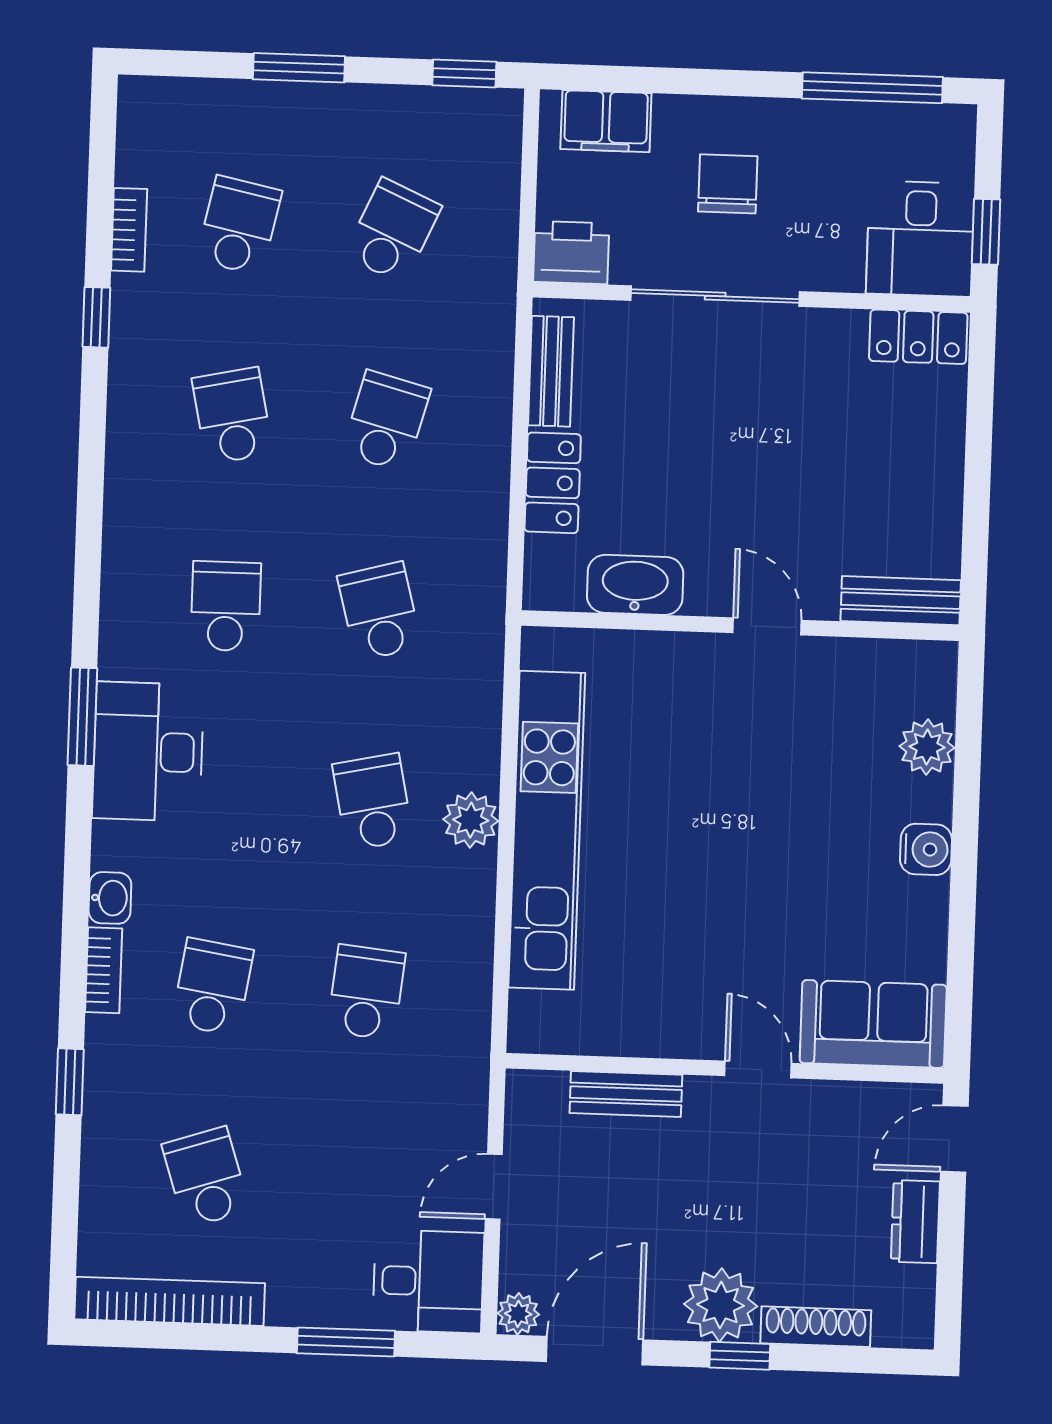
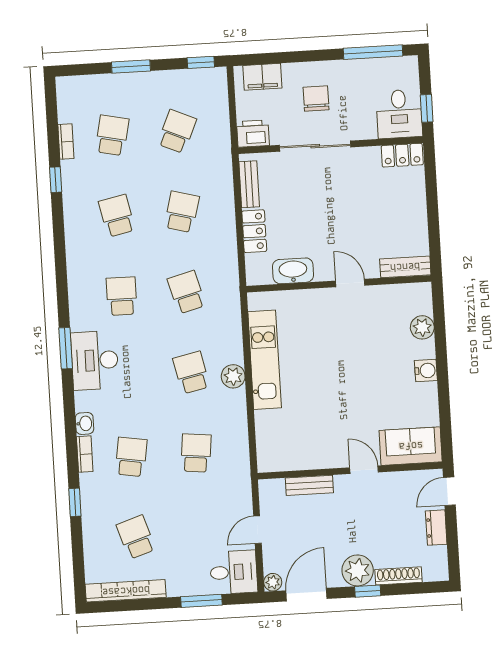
kitchen unit: (547, 830) -> (265, 360), width x0.73

